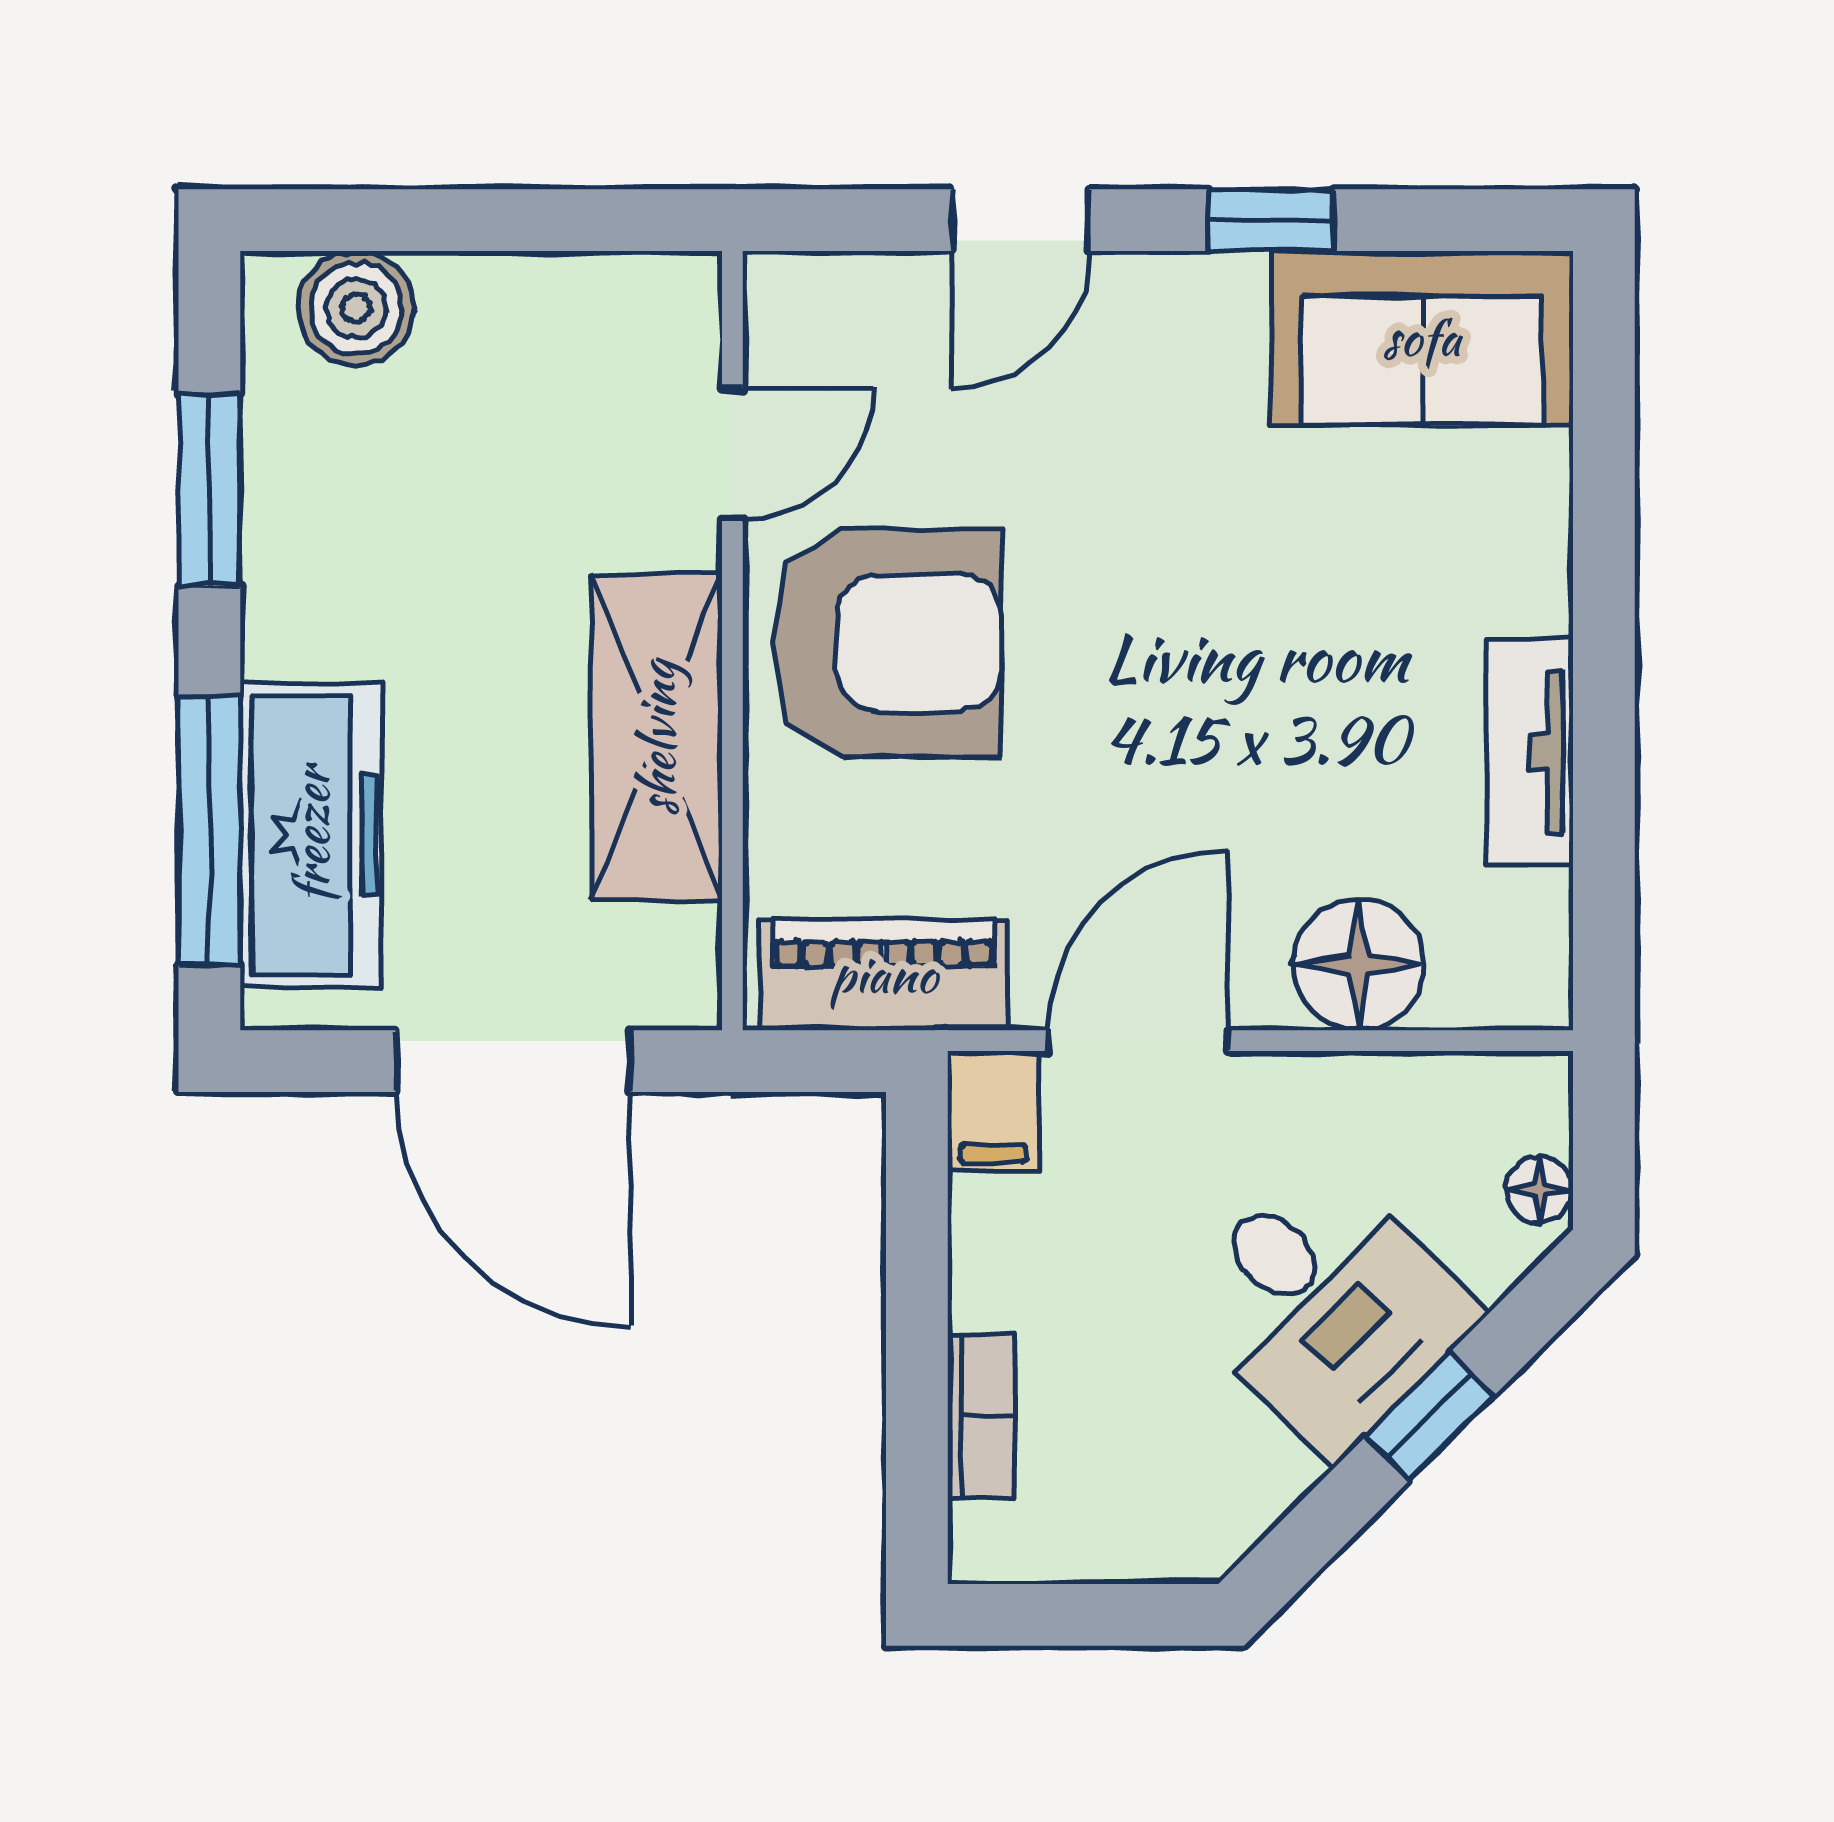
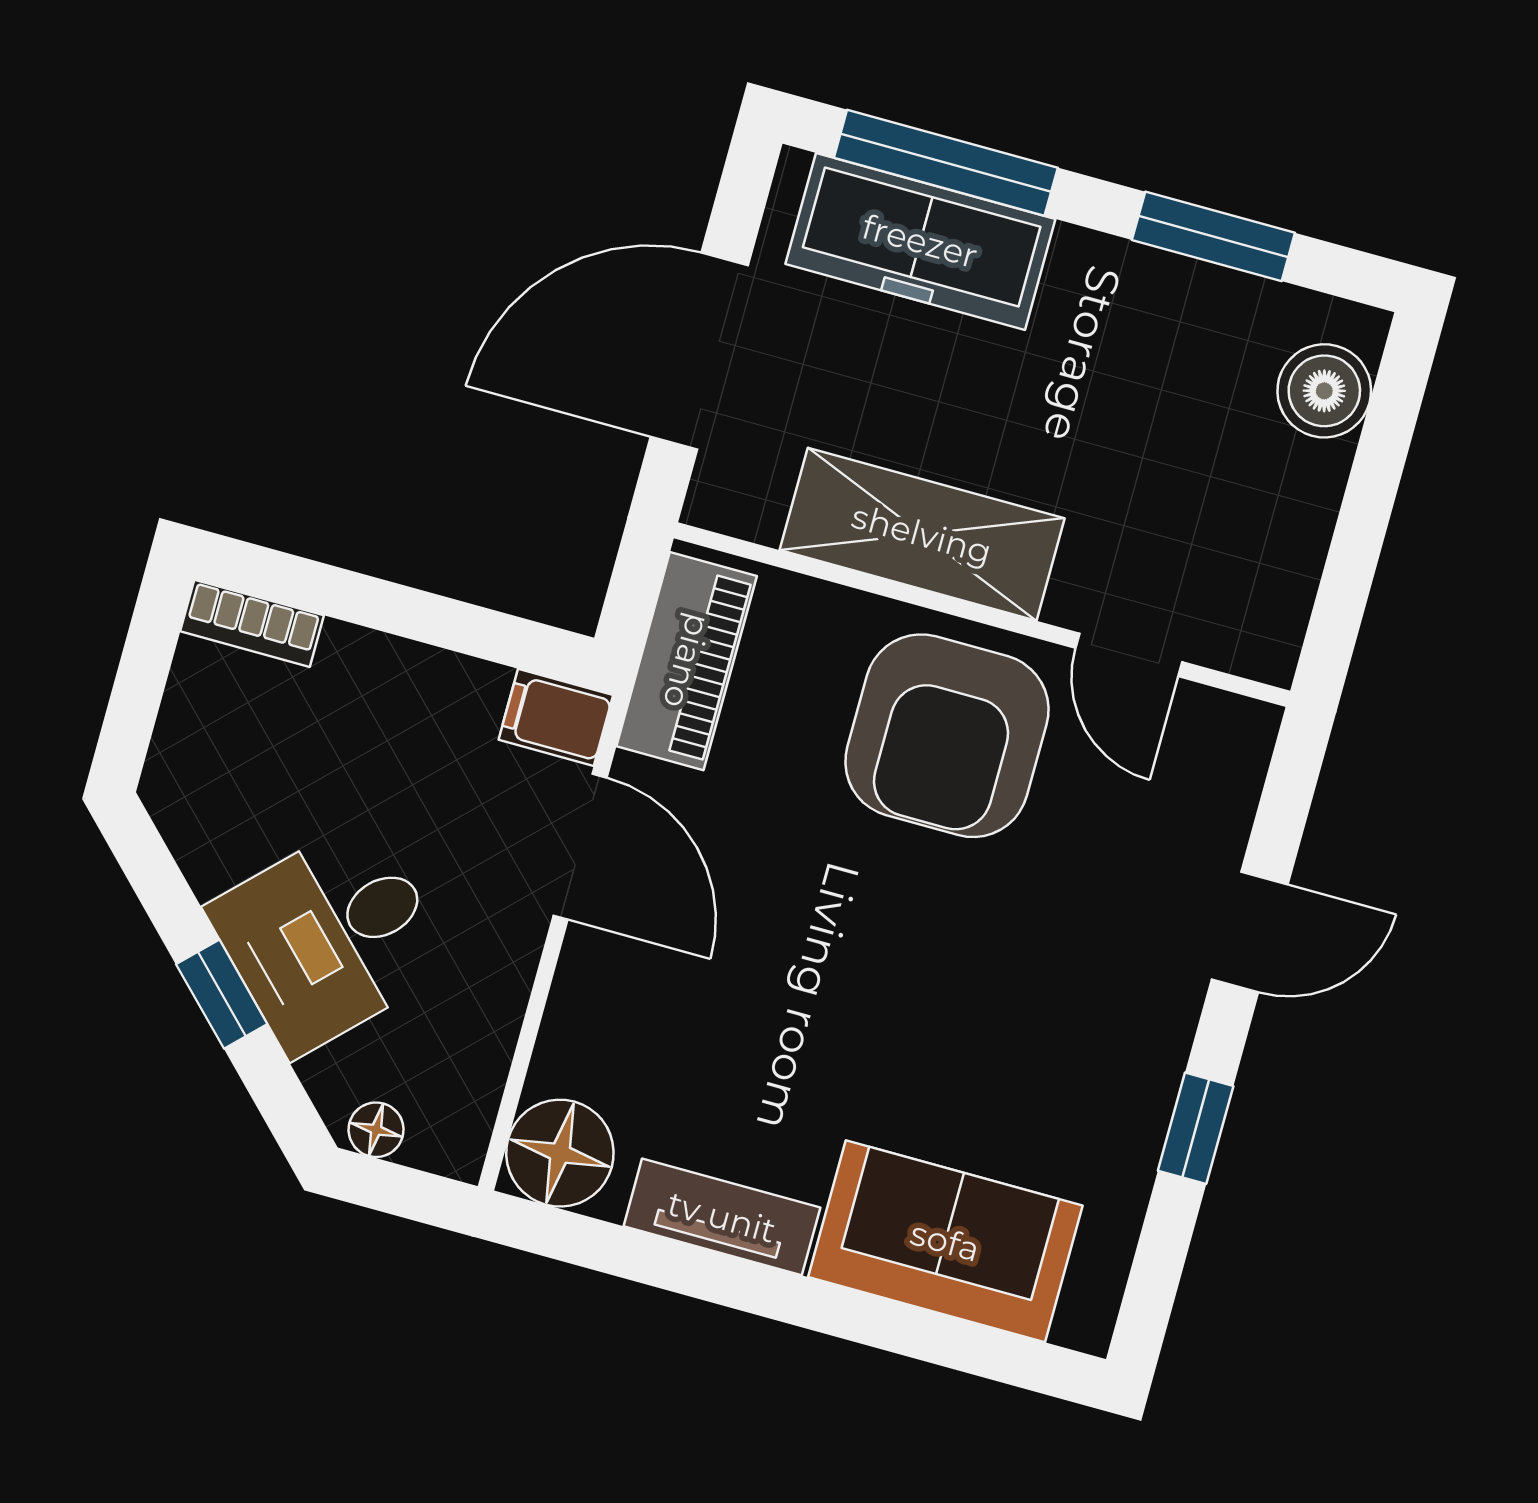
door: (1021, 220) -> (1250, 932), swing flipped
sofa: (1422, 338) -> (945, 1241), moved, turned 90
floor lamp: (1359, 964) -> (560, 1153), moved
bookcase: (981, 1416) -> (252, 623), moved

